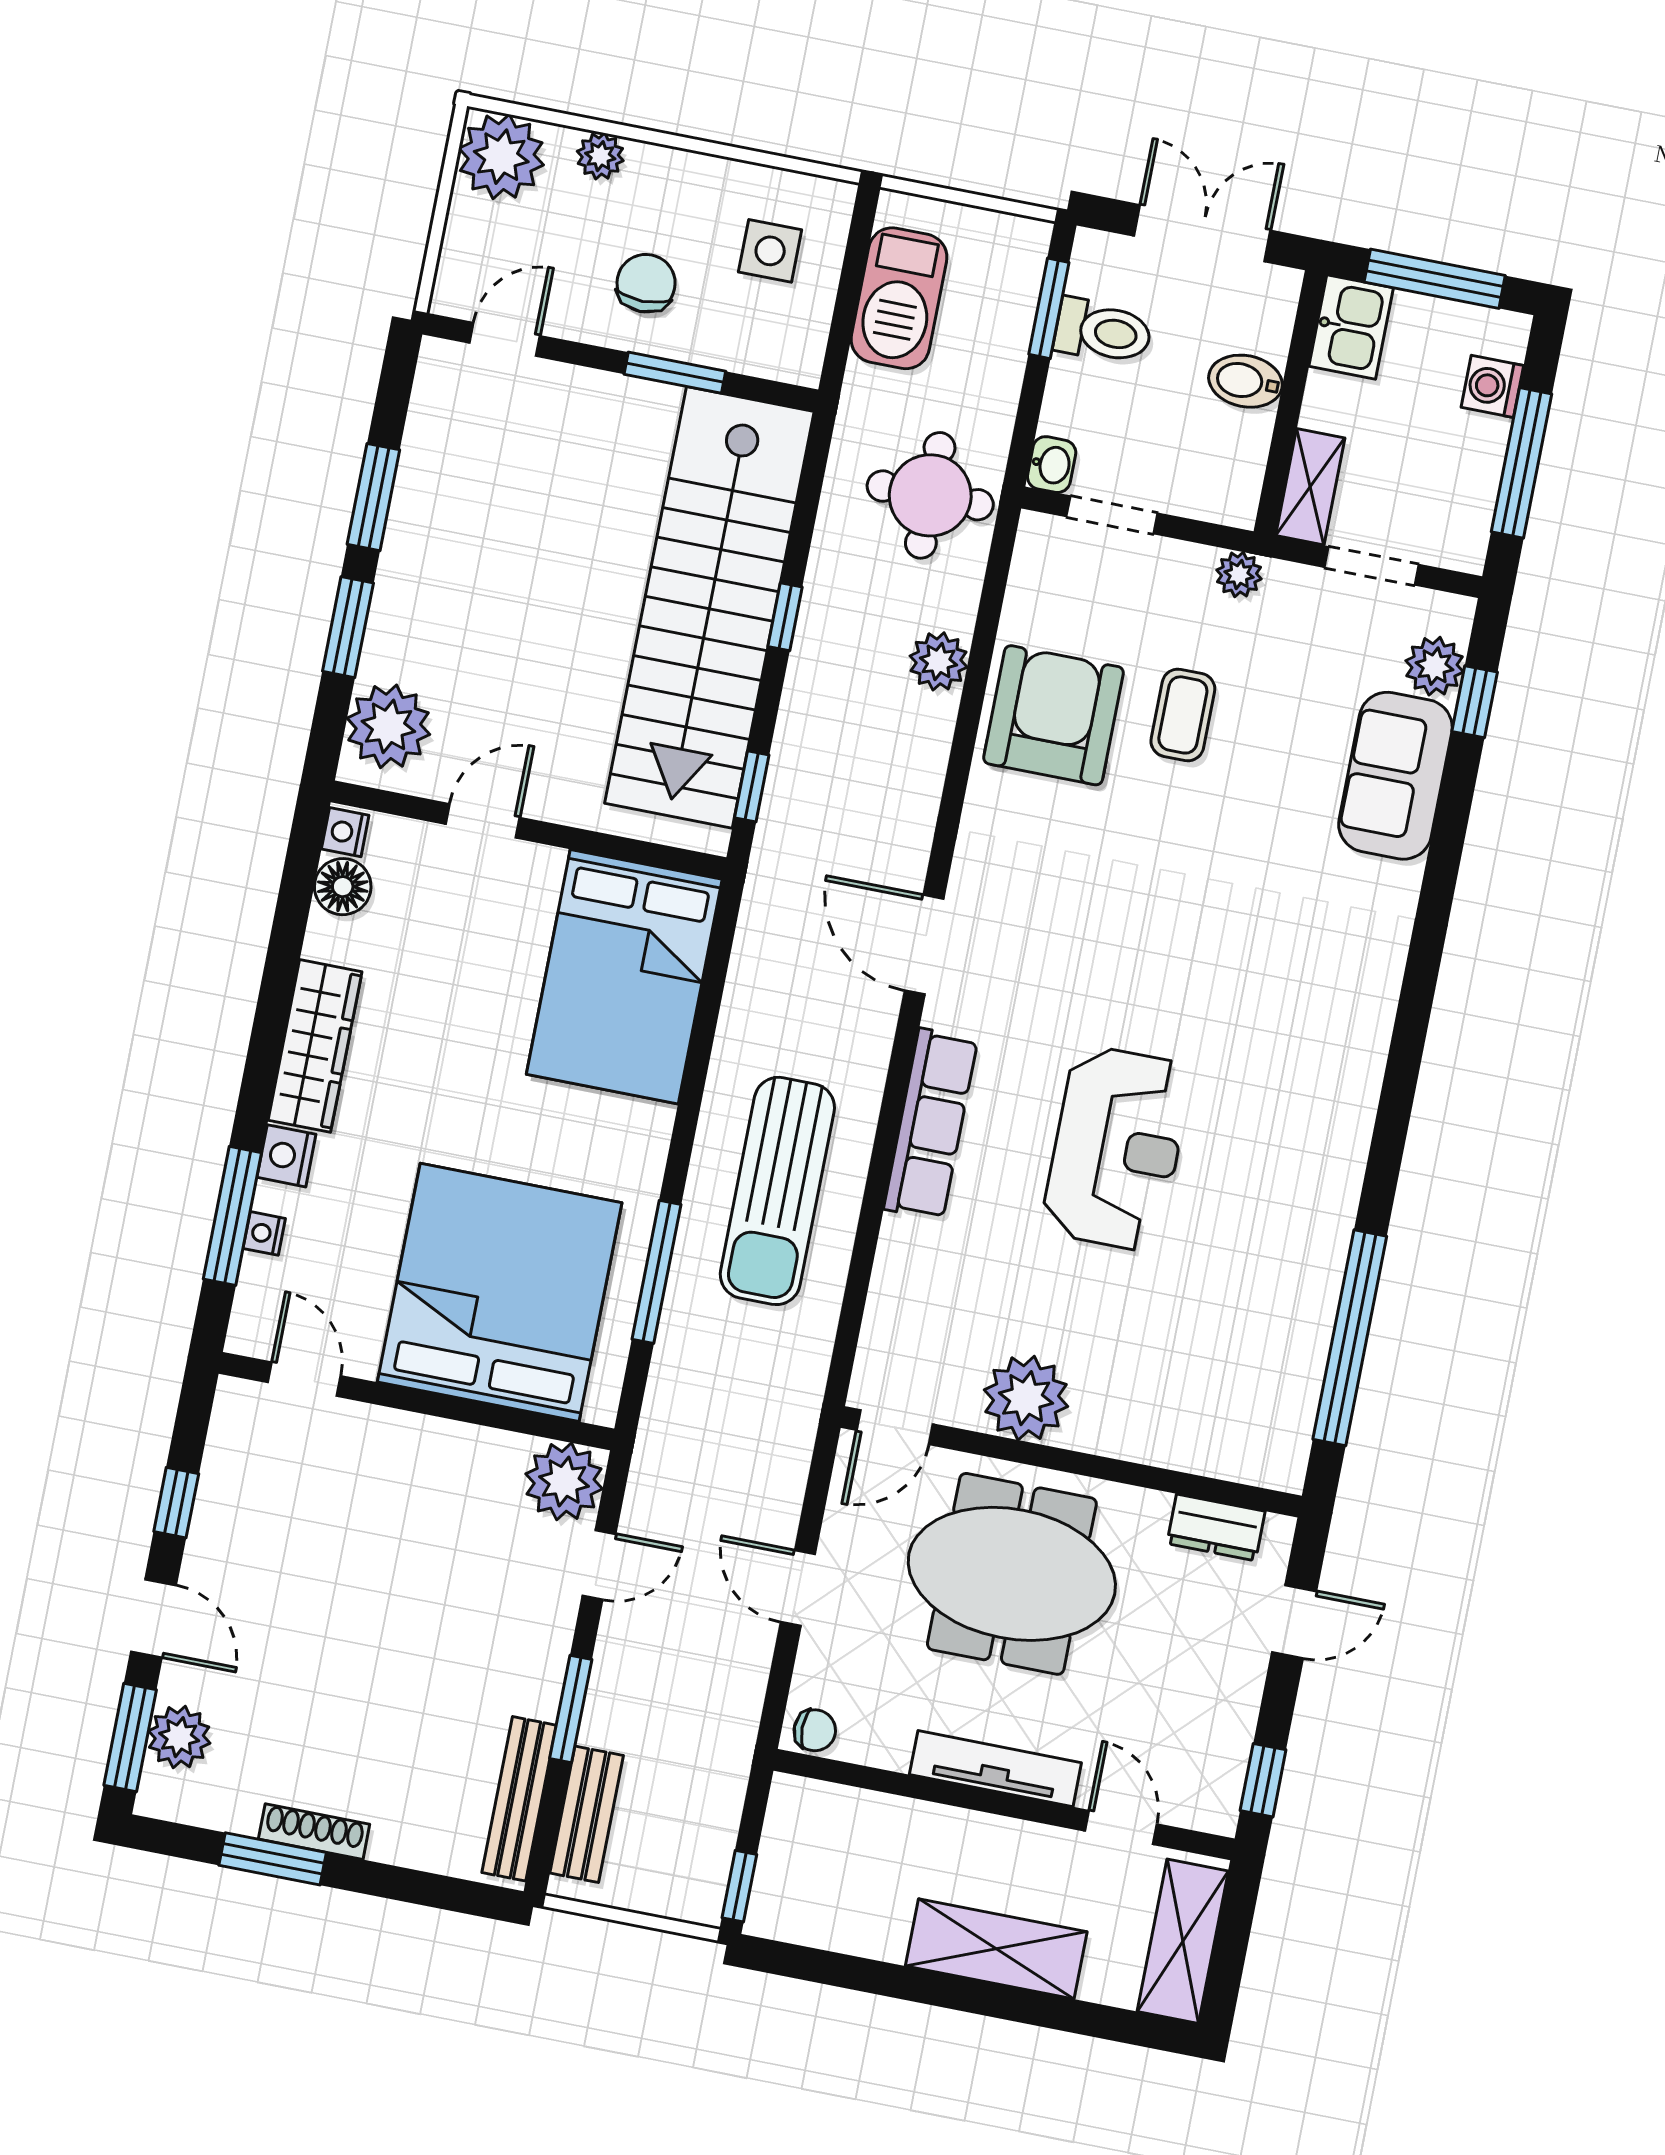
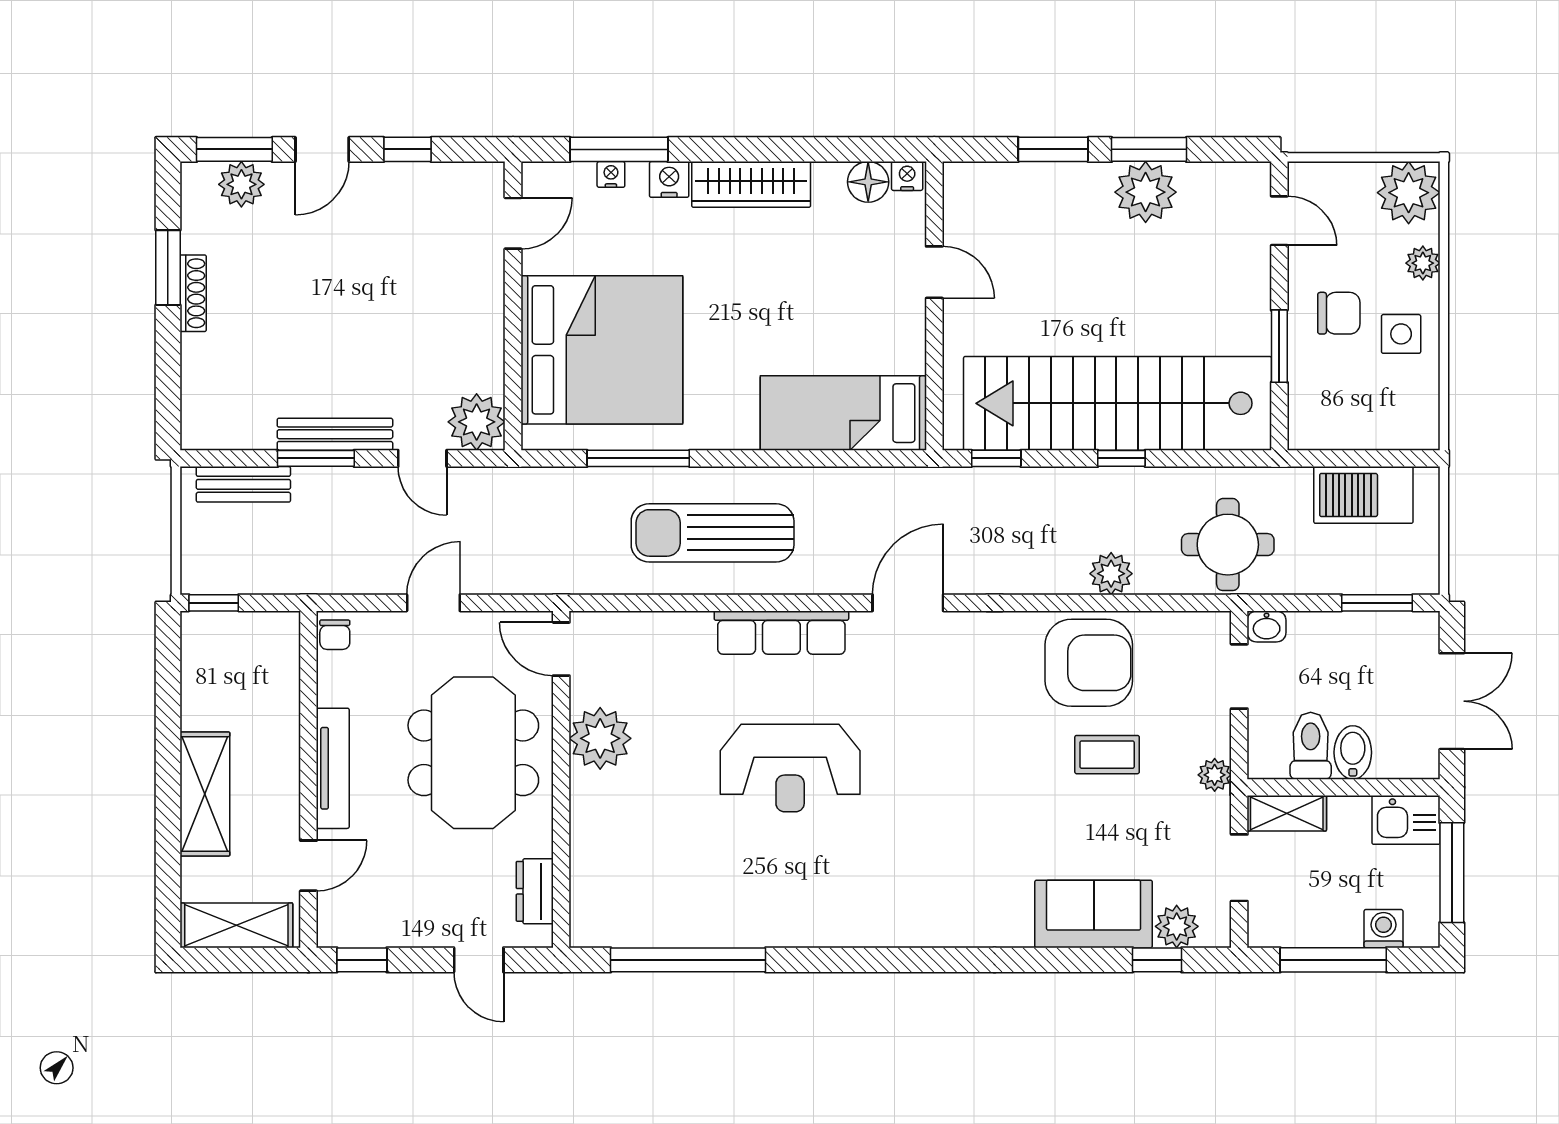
side table: (770, 251) -> (1401, 334), moved
toilet: (1103, 331) -> (1311, 746), moved, turned 180
plant: (388, 726) -> (1146, 192), moved
bed: (624, 977) -> (843, 413), width x0.67
bench: (519, 1799) -> (335, 434), moved

